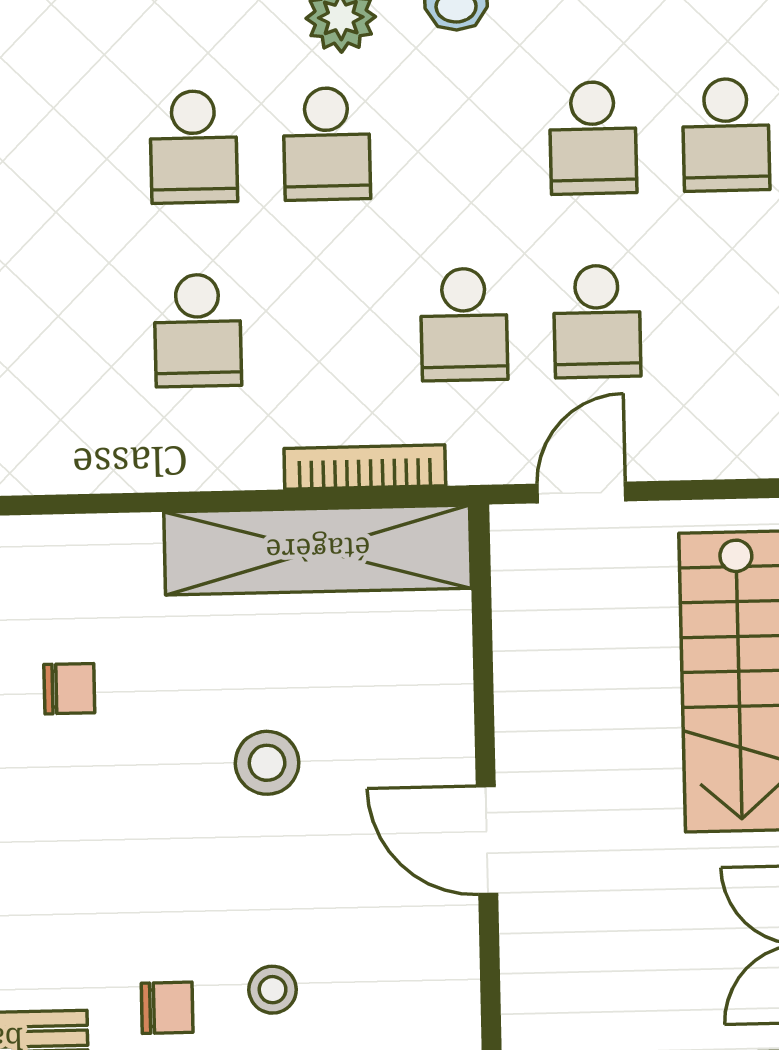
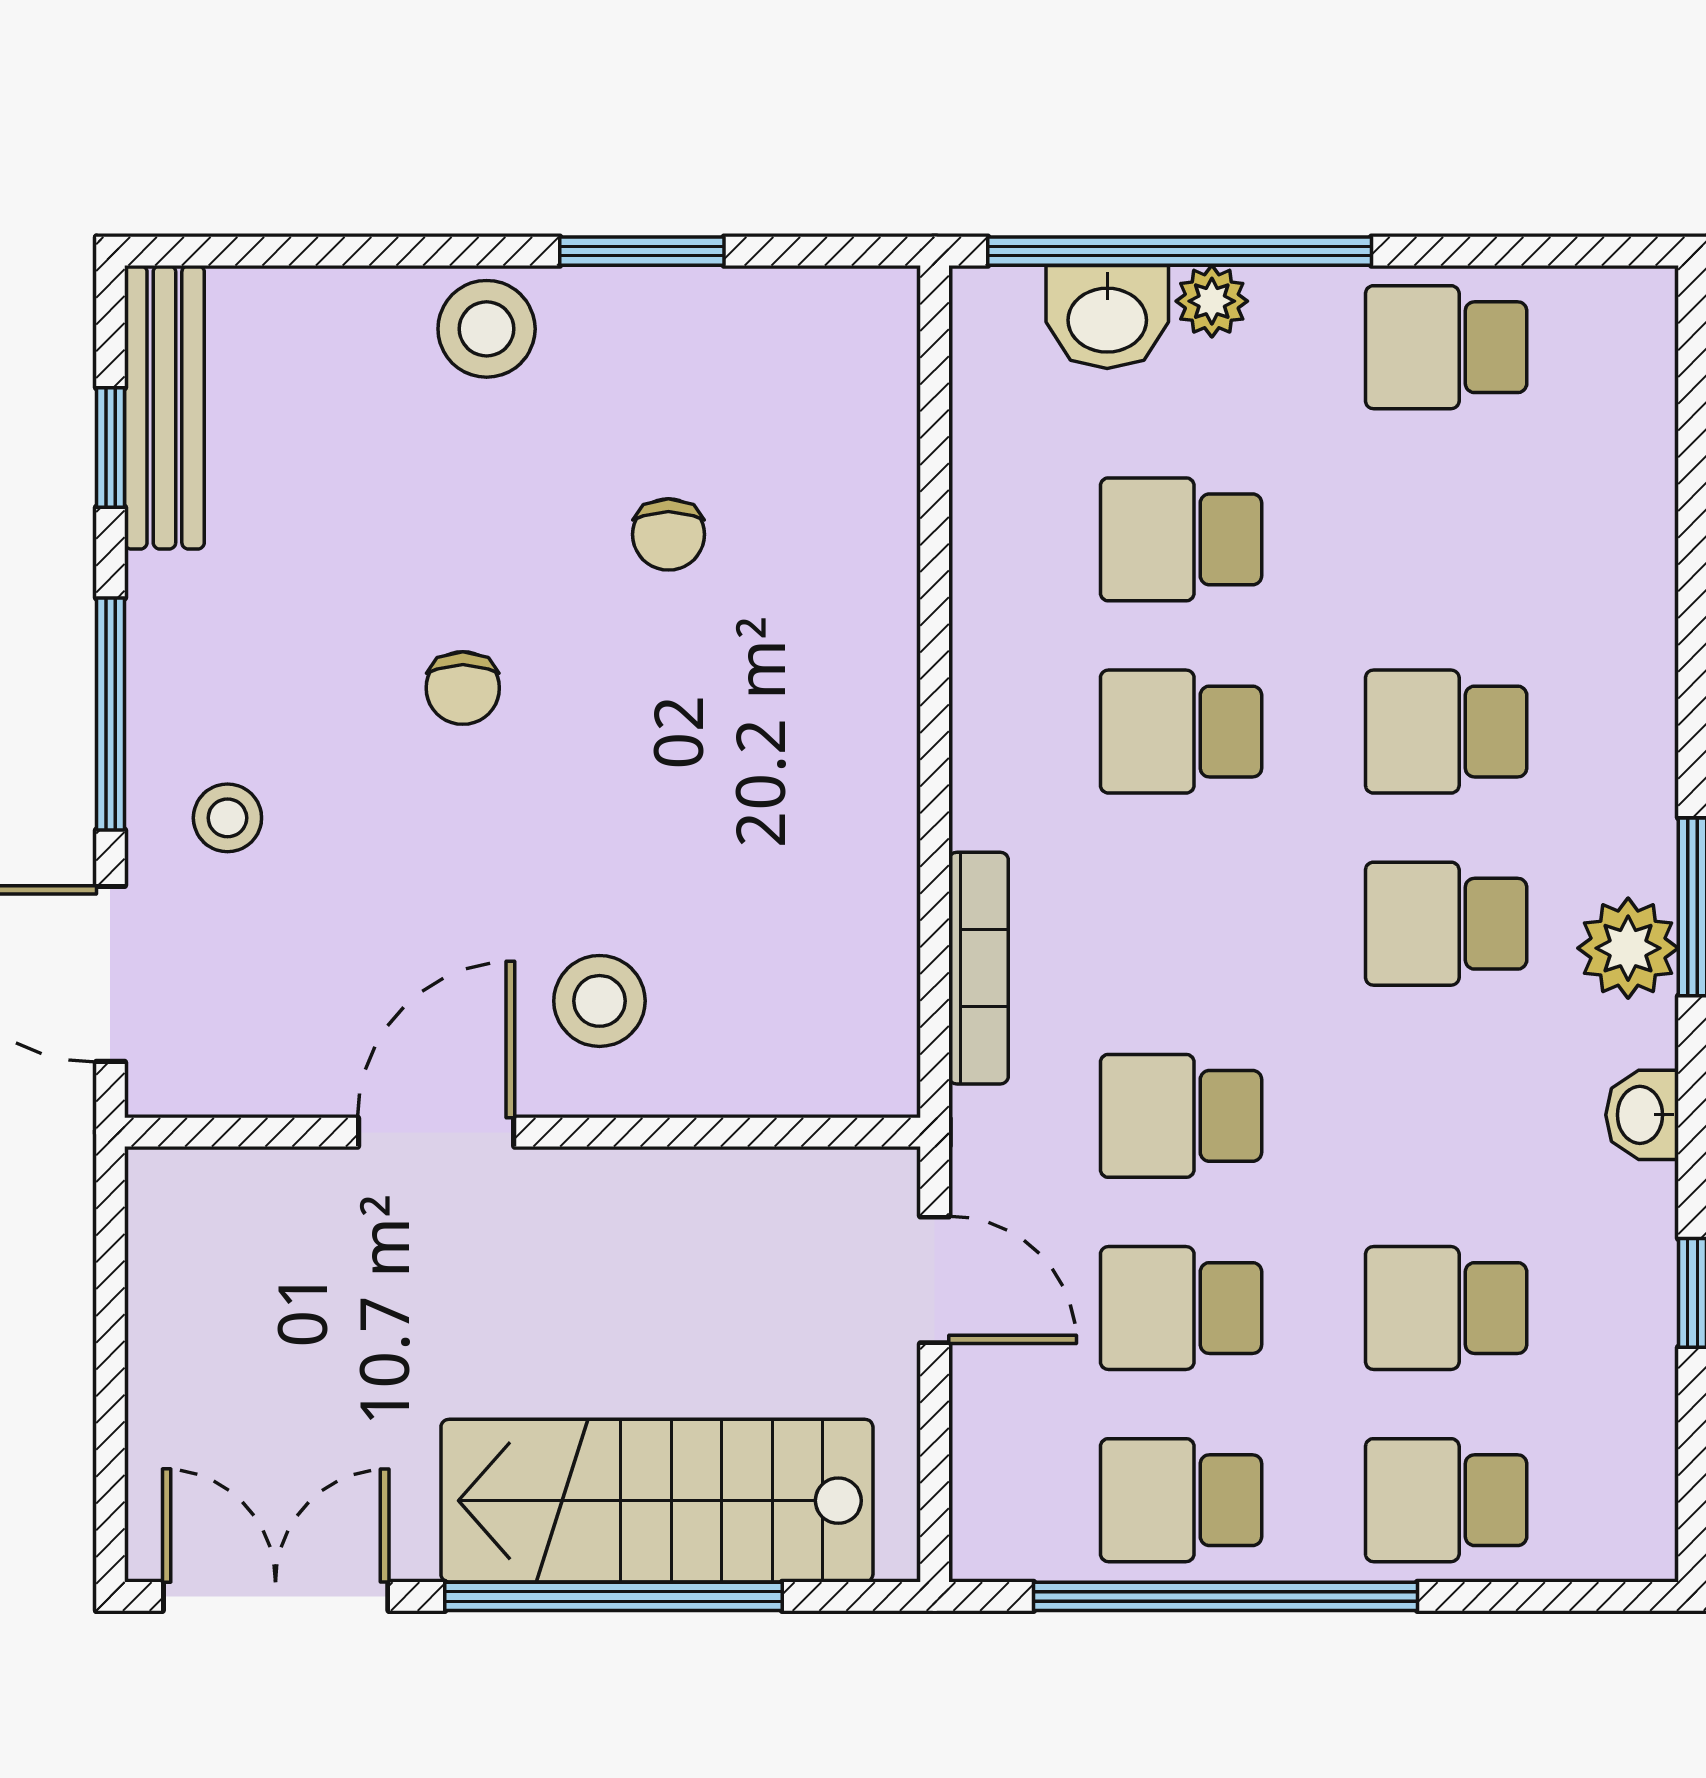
school desk: (730, 318) -> (1181, 1500), added
school desk: (65, 334) -> (1181, 539), added
shelving: (318, 550) -> (860, 897), removed
stool: (267, 763) -> (599, 1001), moved
chair: (167, 1008) -> (463, 688), moved

